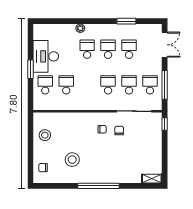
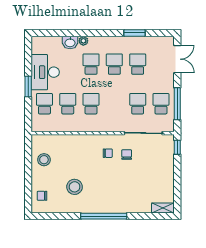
washbasin: (68, 30) -> (70, 42), added
school desk: (108, 85) -> (91, 104), moved

